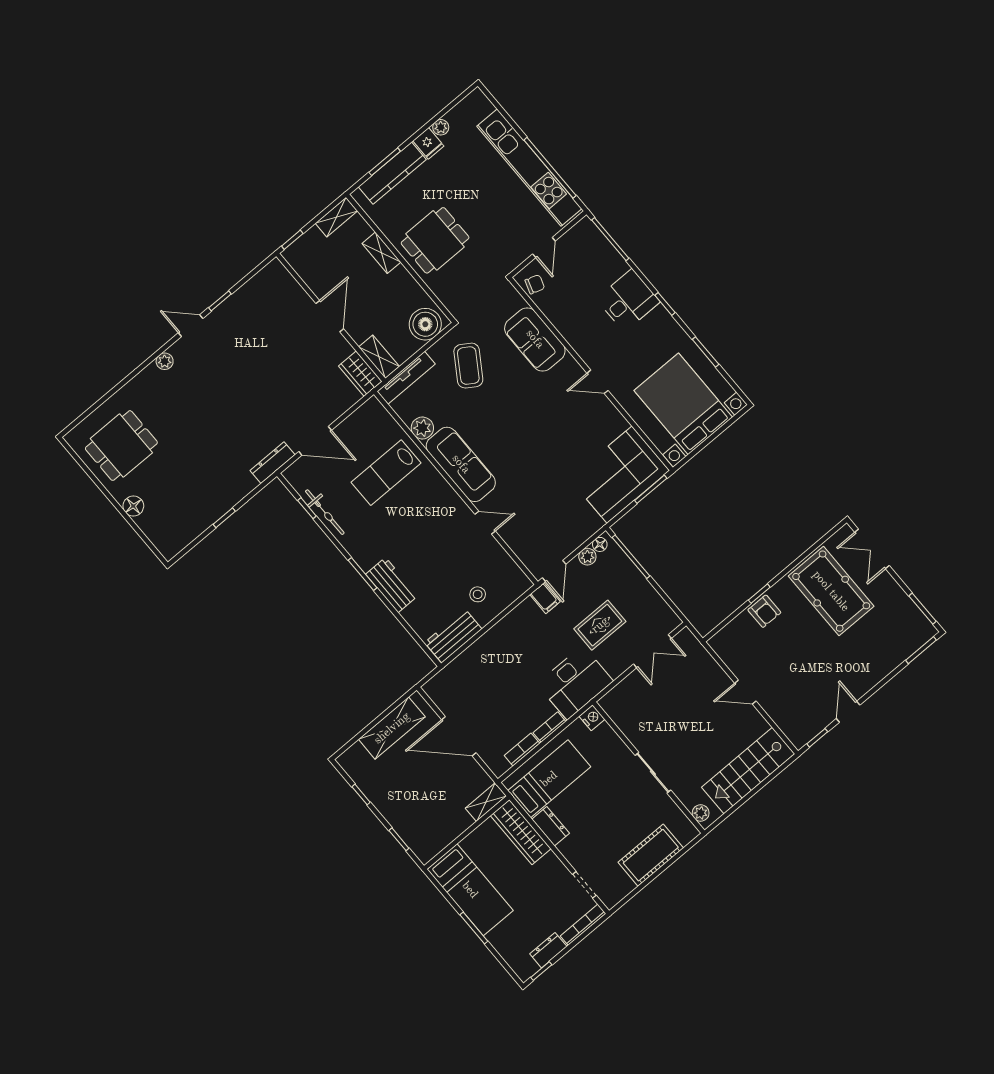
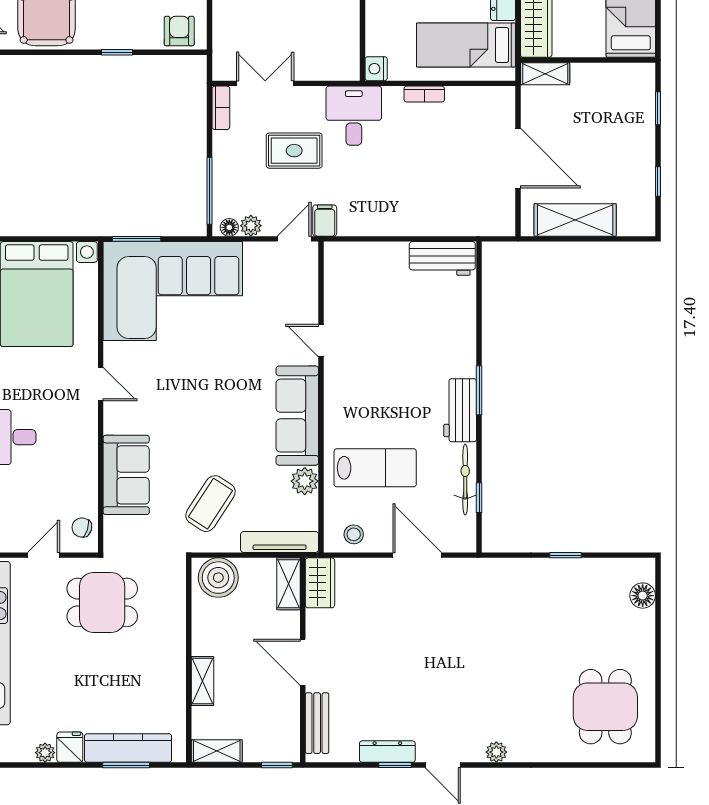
dining table: (435, 240) -> (102, 602), moved
bench: (289, 286) -> (317, 723), added
door: (330, 316) -> (303, 662), hinge flipped
dining table: (121, 446) -> (605, 707), turned 90
dresser: (273, 463) -> (387, 752), moved, turned 180
corner sofa: (620, 475) -> (173, 291), width x1.36, depth x1.36
floor lamp: (133, 506) -> (643, 596), moved
workbench: (392, 585) -> (460, 410), moved
stool: (478, 594) -> (354, 534), moved
armchair: (764, 611) -> (179, 31), moved
desk: (575, 683) -> (354, 116), width x0.73
bookcase: (522, 749) -> (221, 108), moved, turned -90

